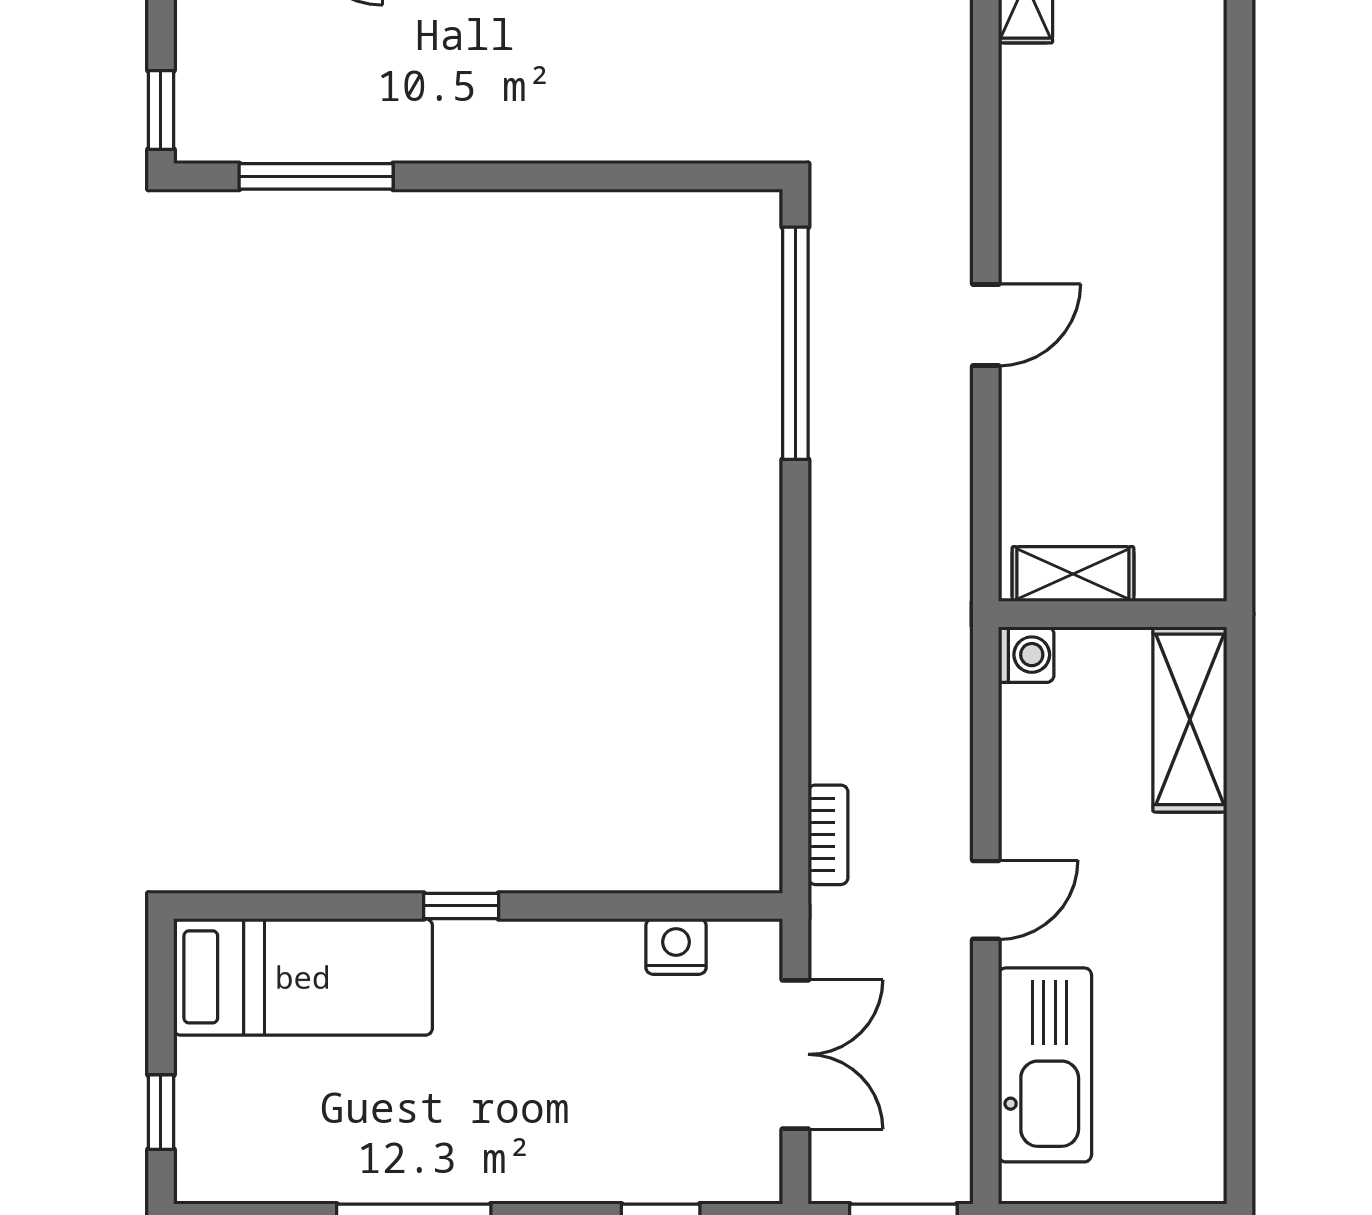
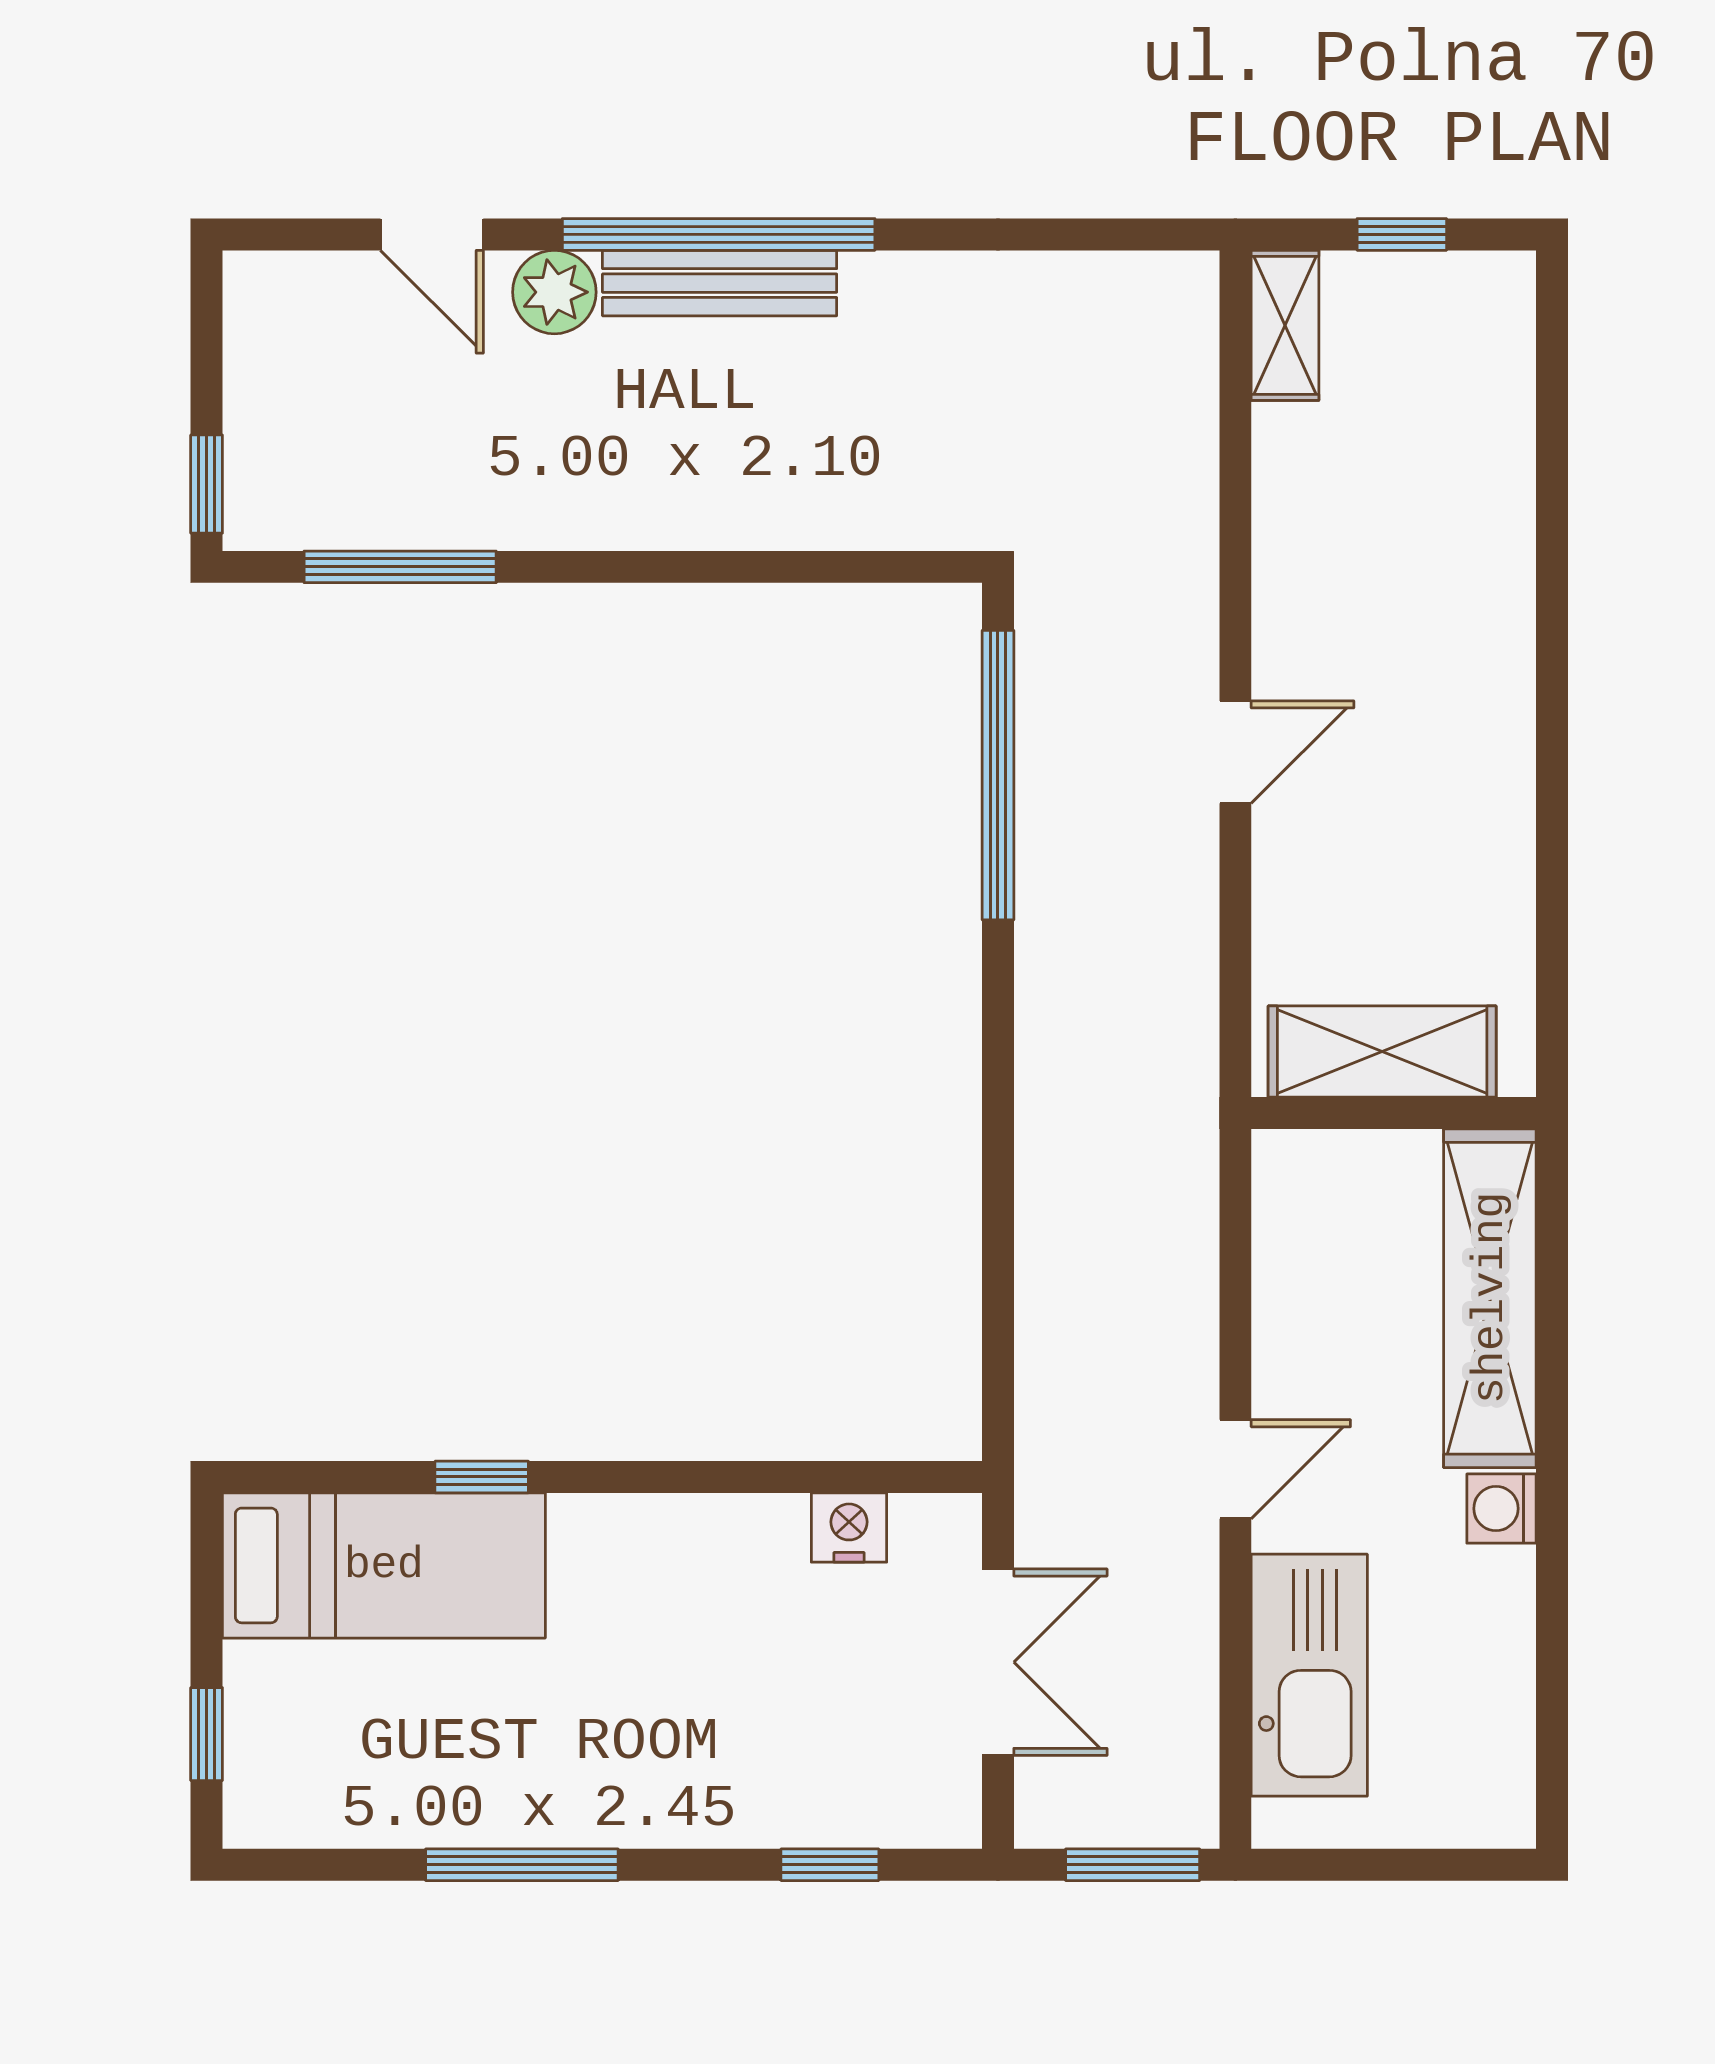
shelving: (1073, 574) -> (1382, 1052), width x1.50, depth x1.33
washing machine: (1026, 655) -> (1502, 1509), moved, turned 180
shelving: (1190, 719) -> (1490, 1298), width x1.47
bookcase: (828, 835) -> (1039, 1388), removed
window: (461, 906) -> (482, 1477), moved

